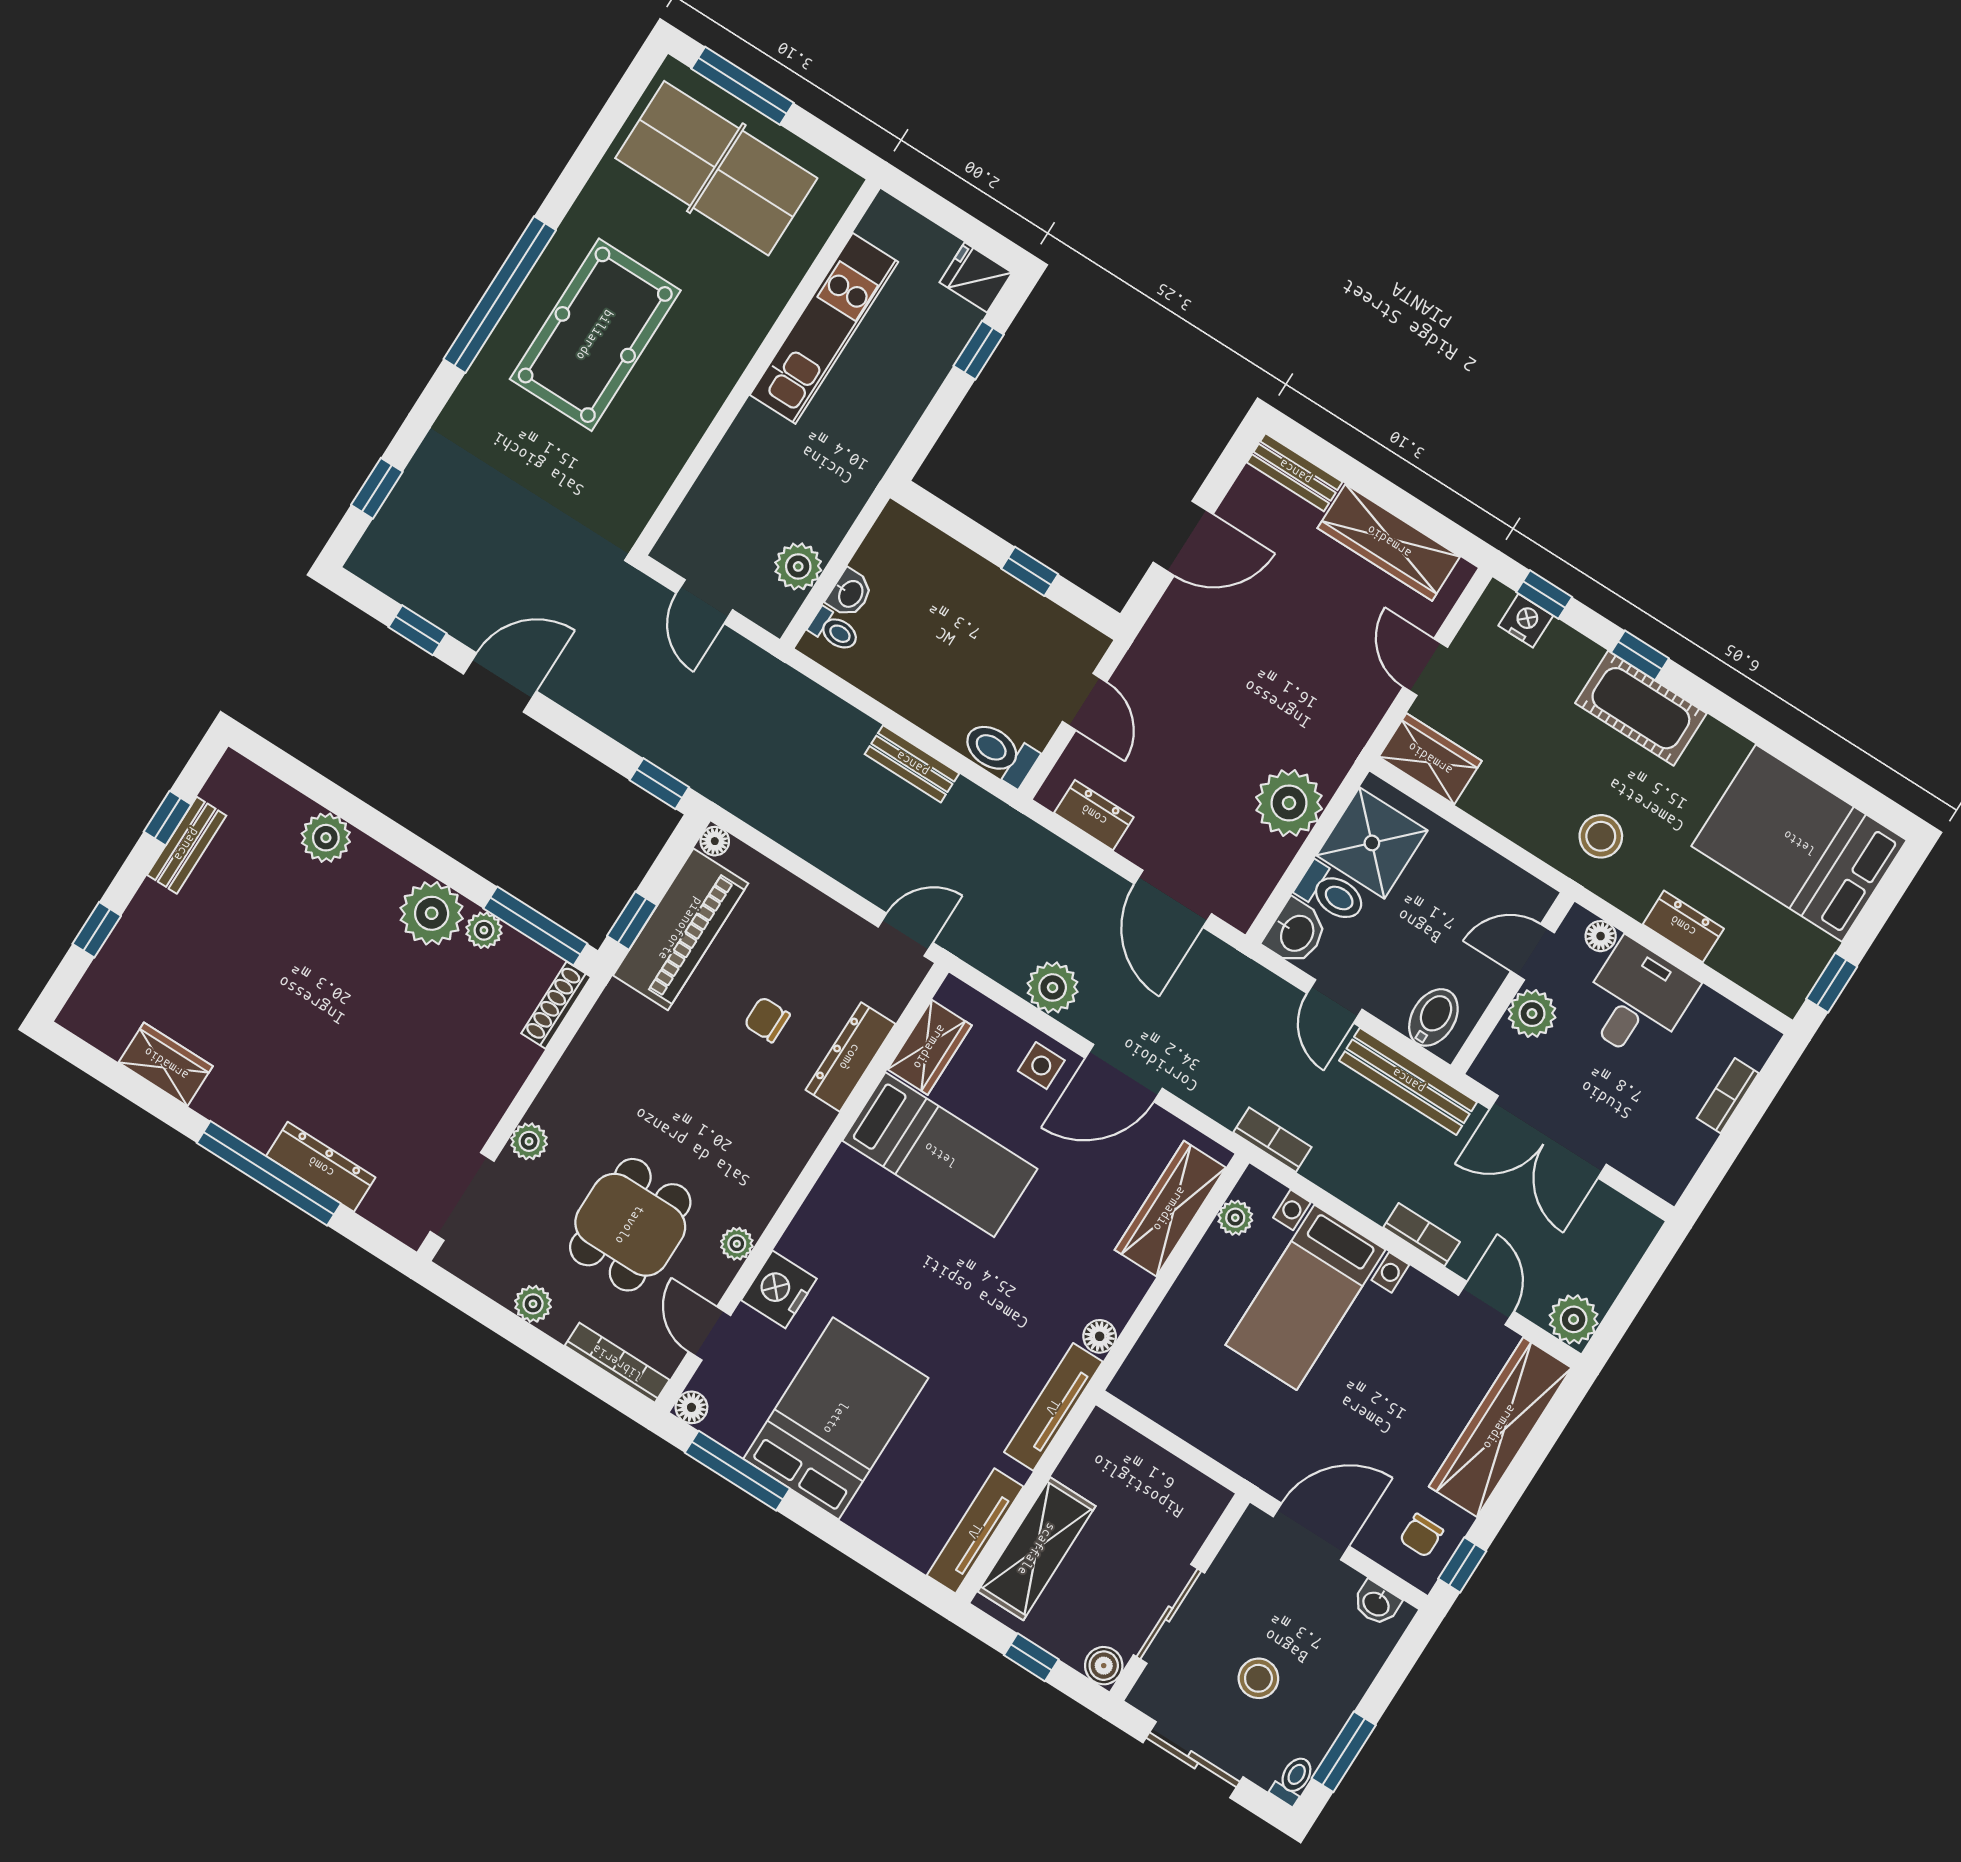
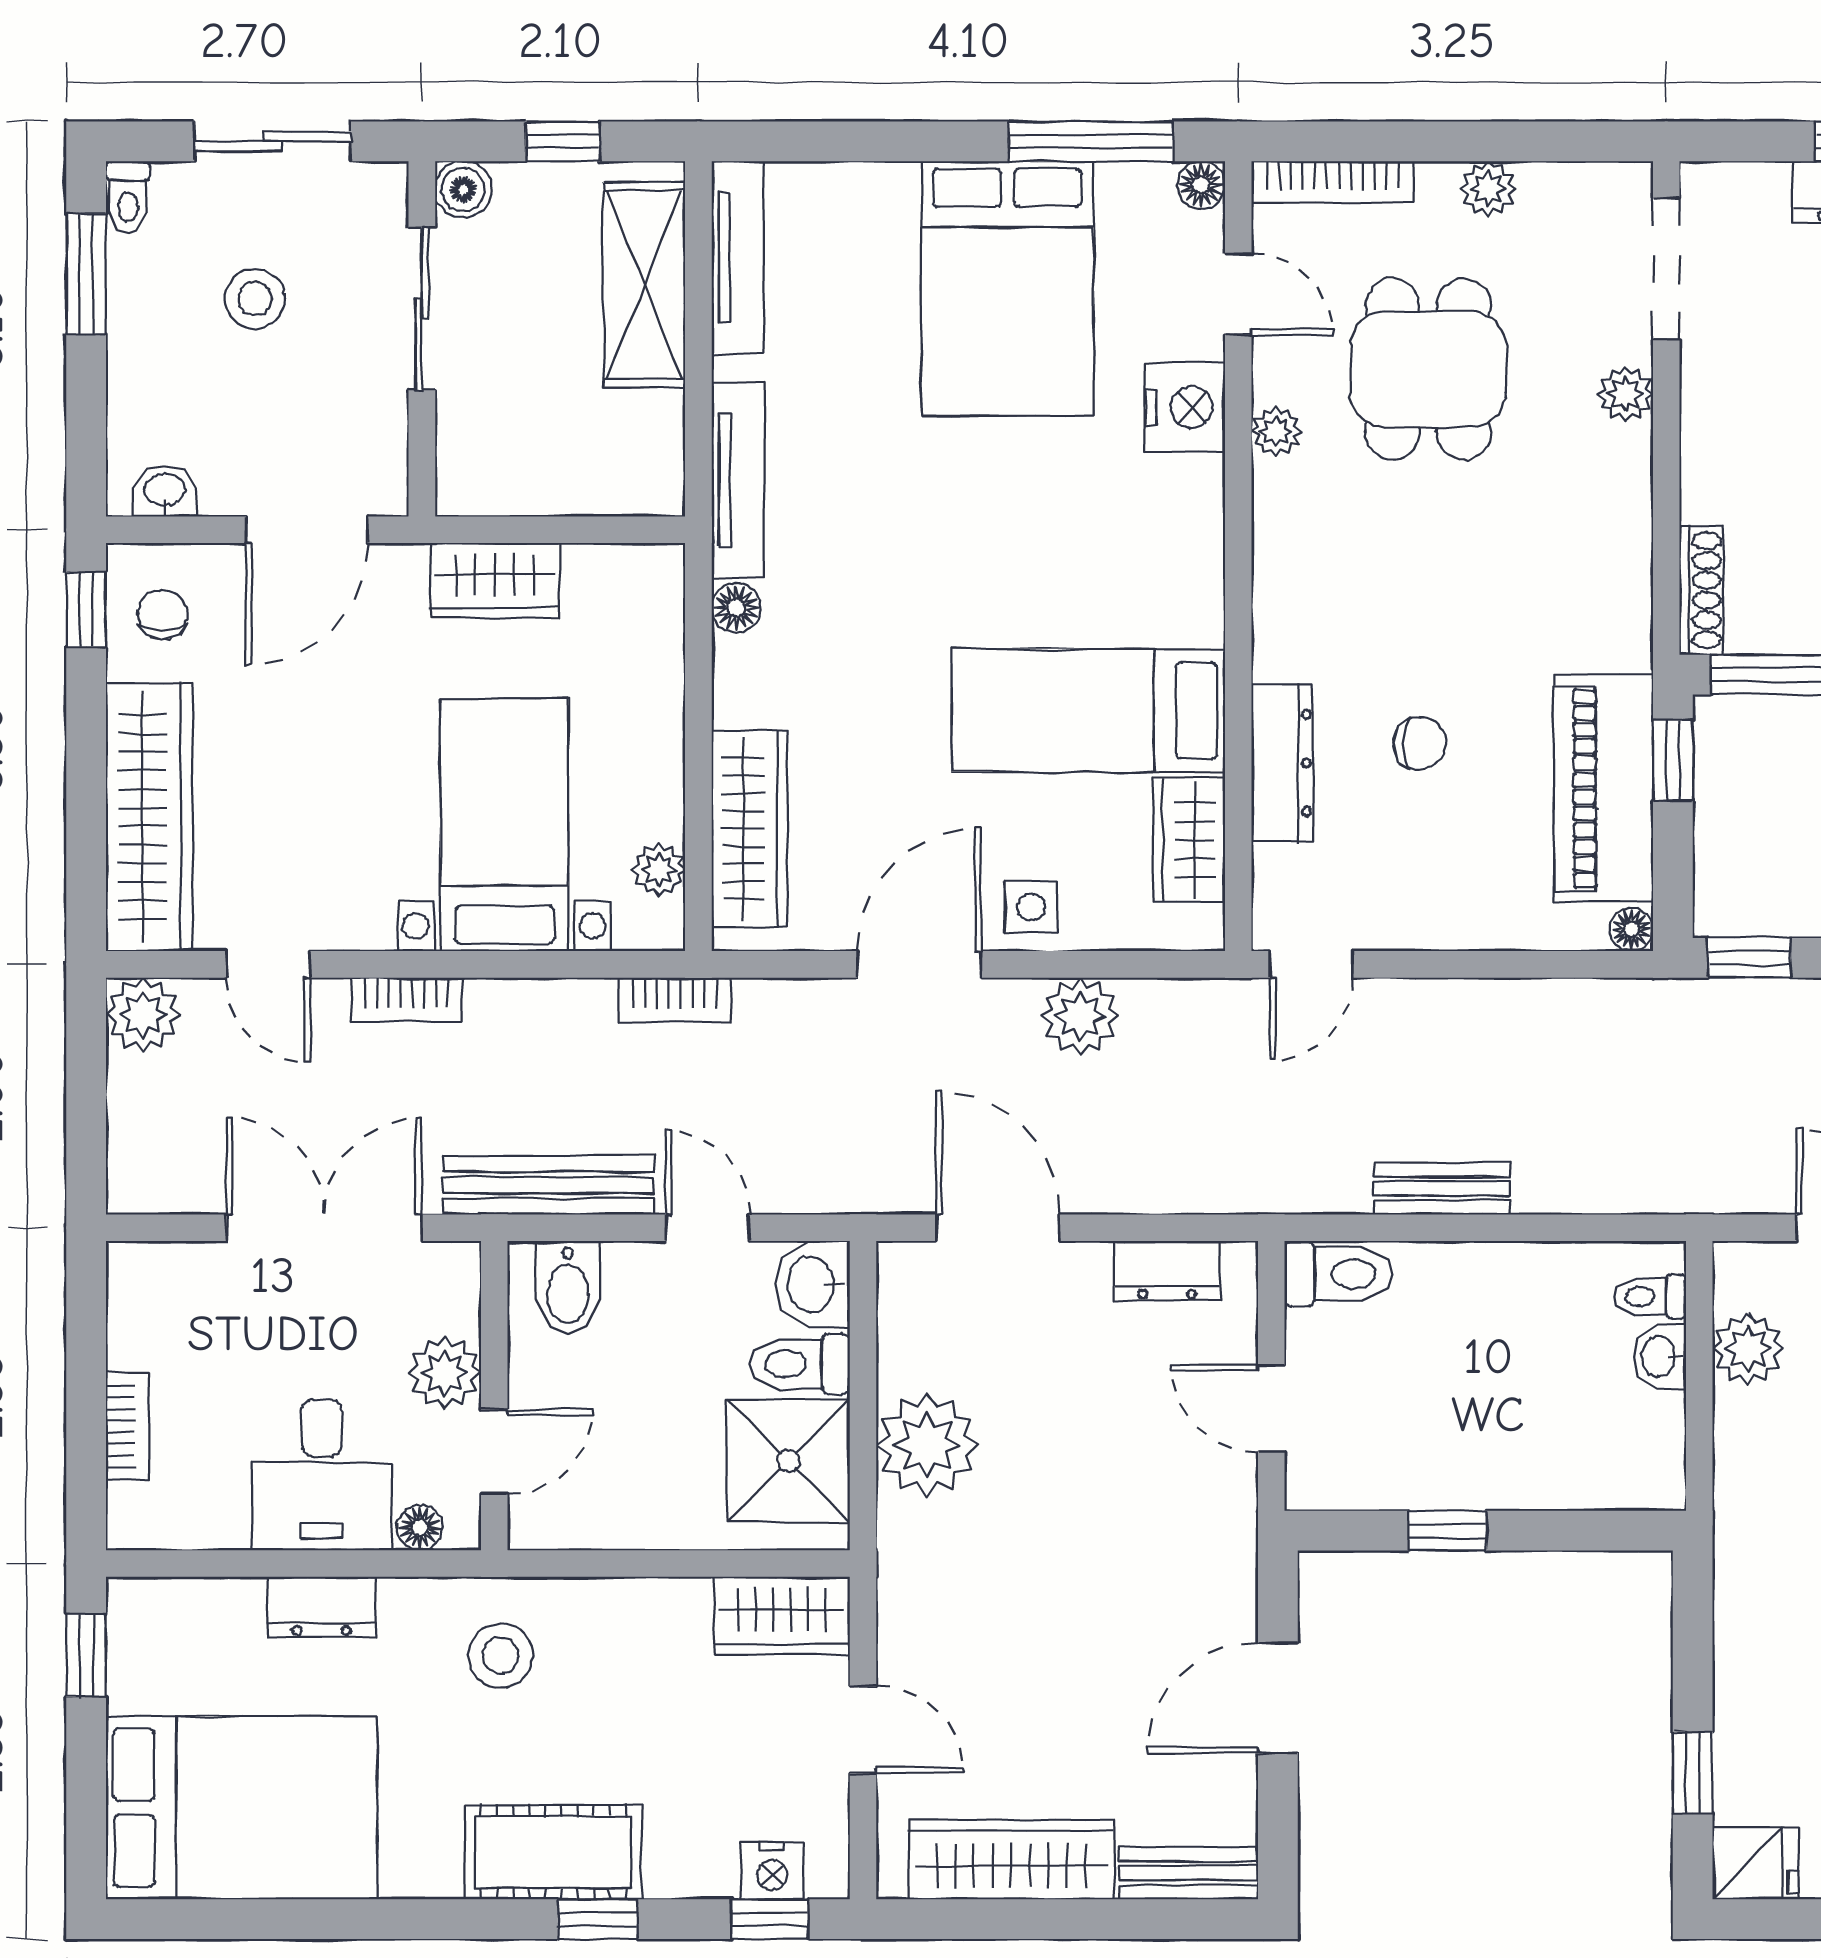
wardrobe: (1224, 1437) -> (495, 581), added

